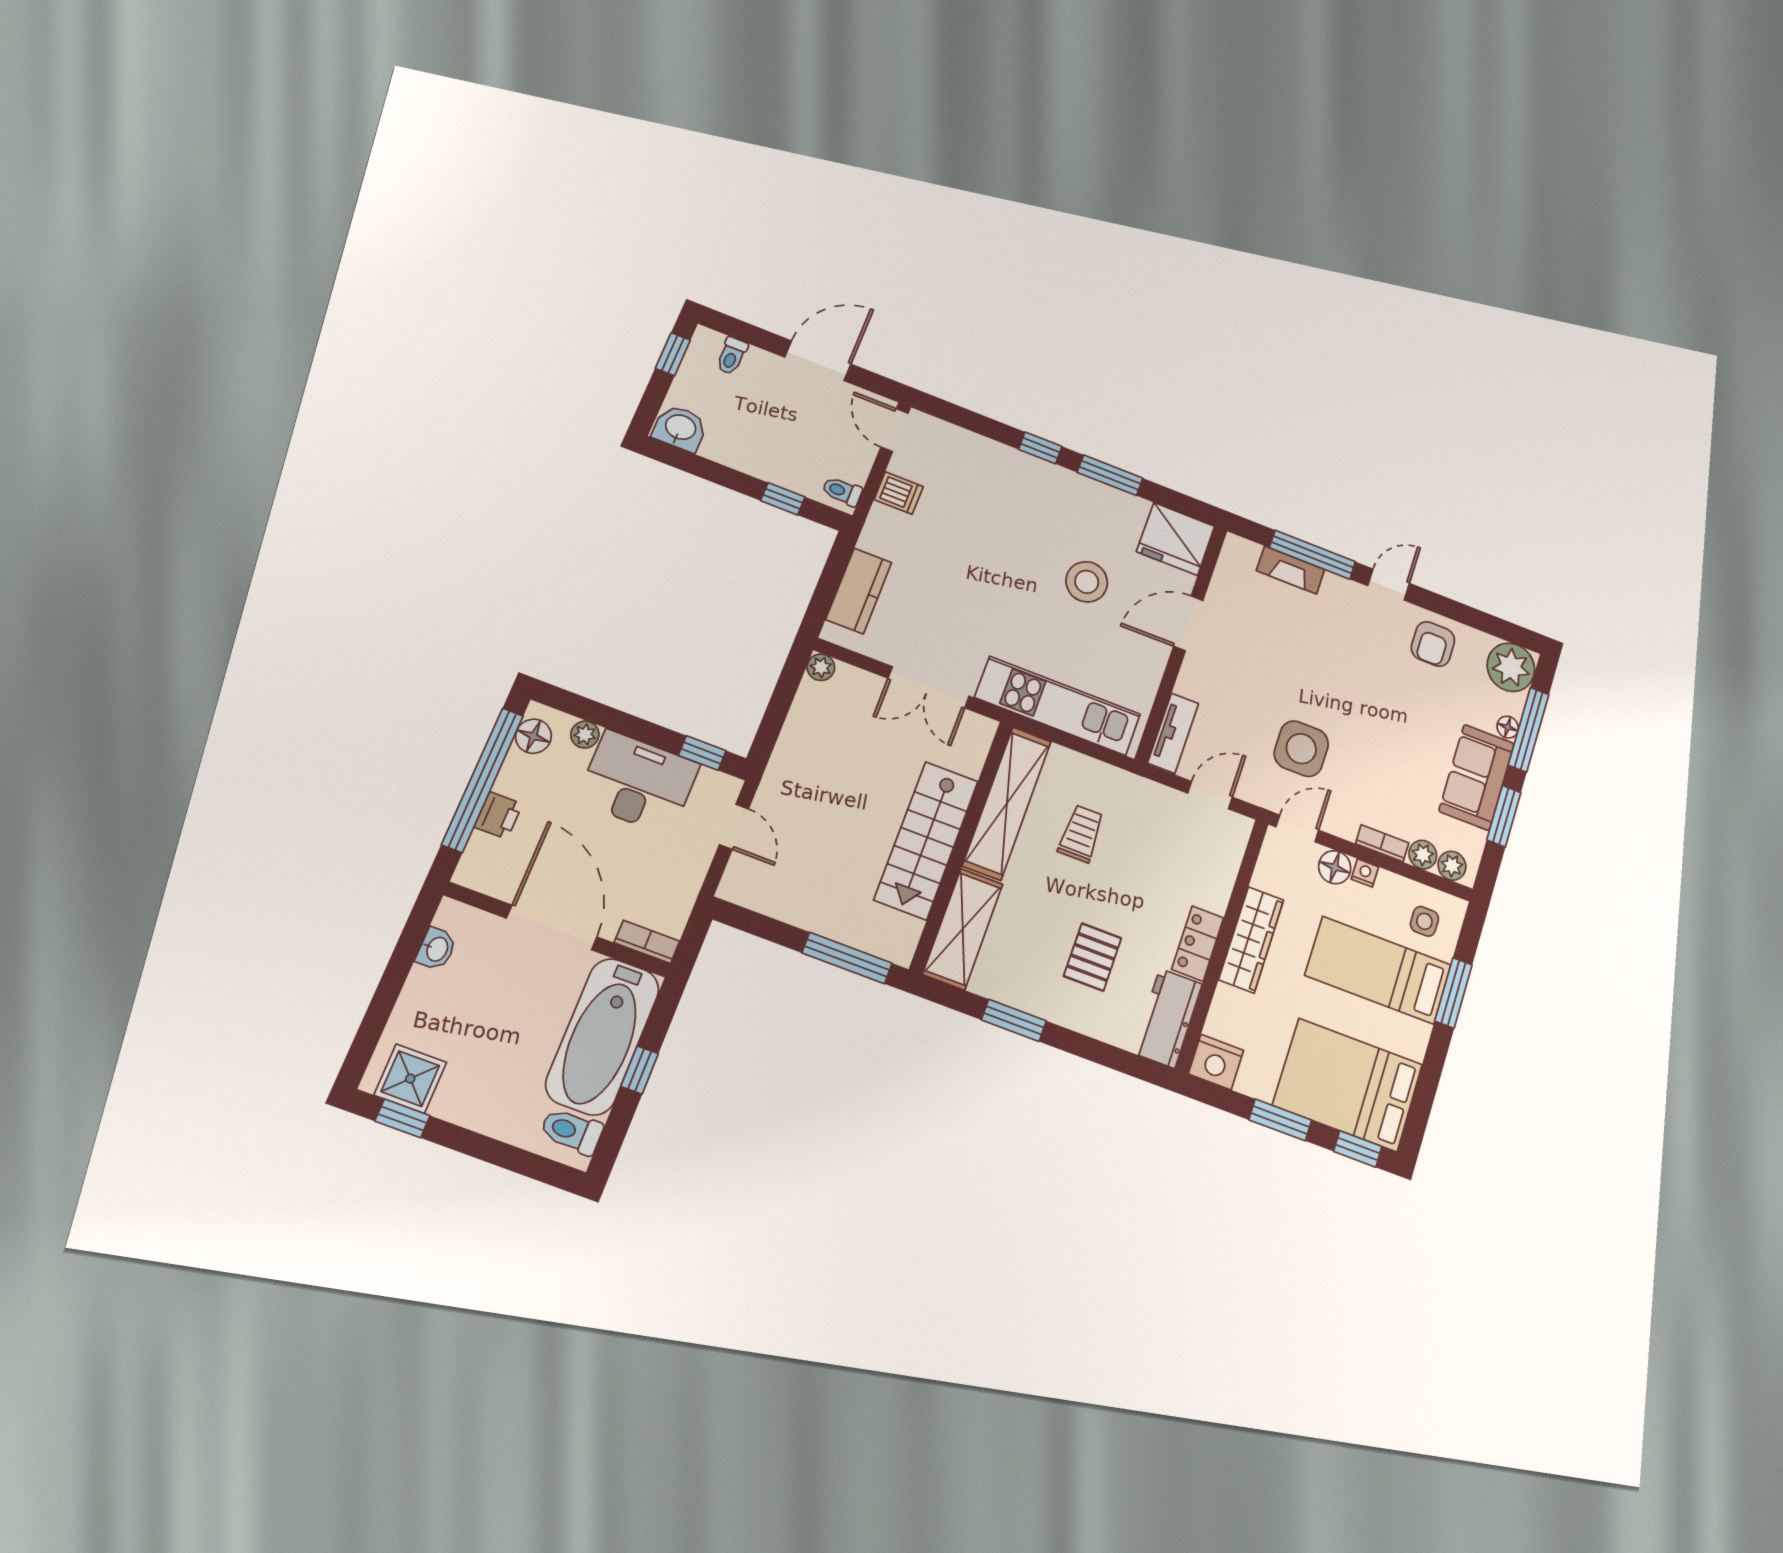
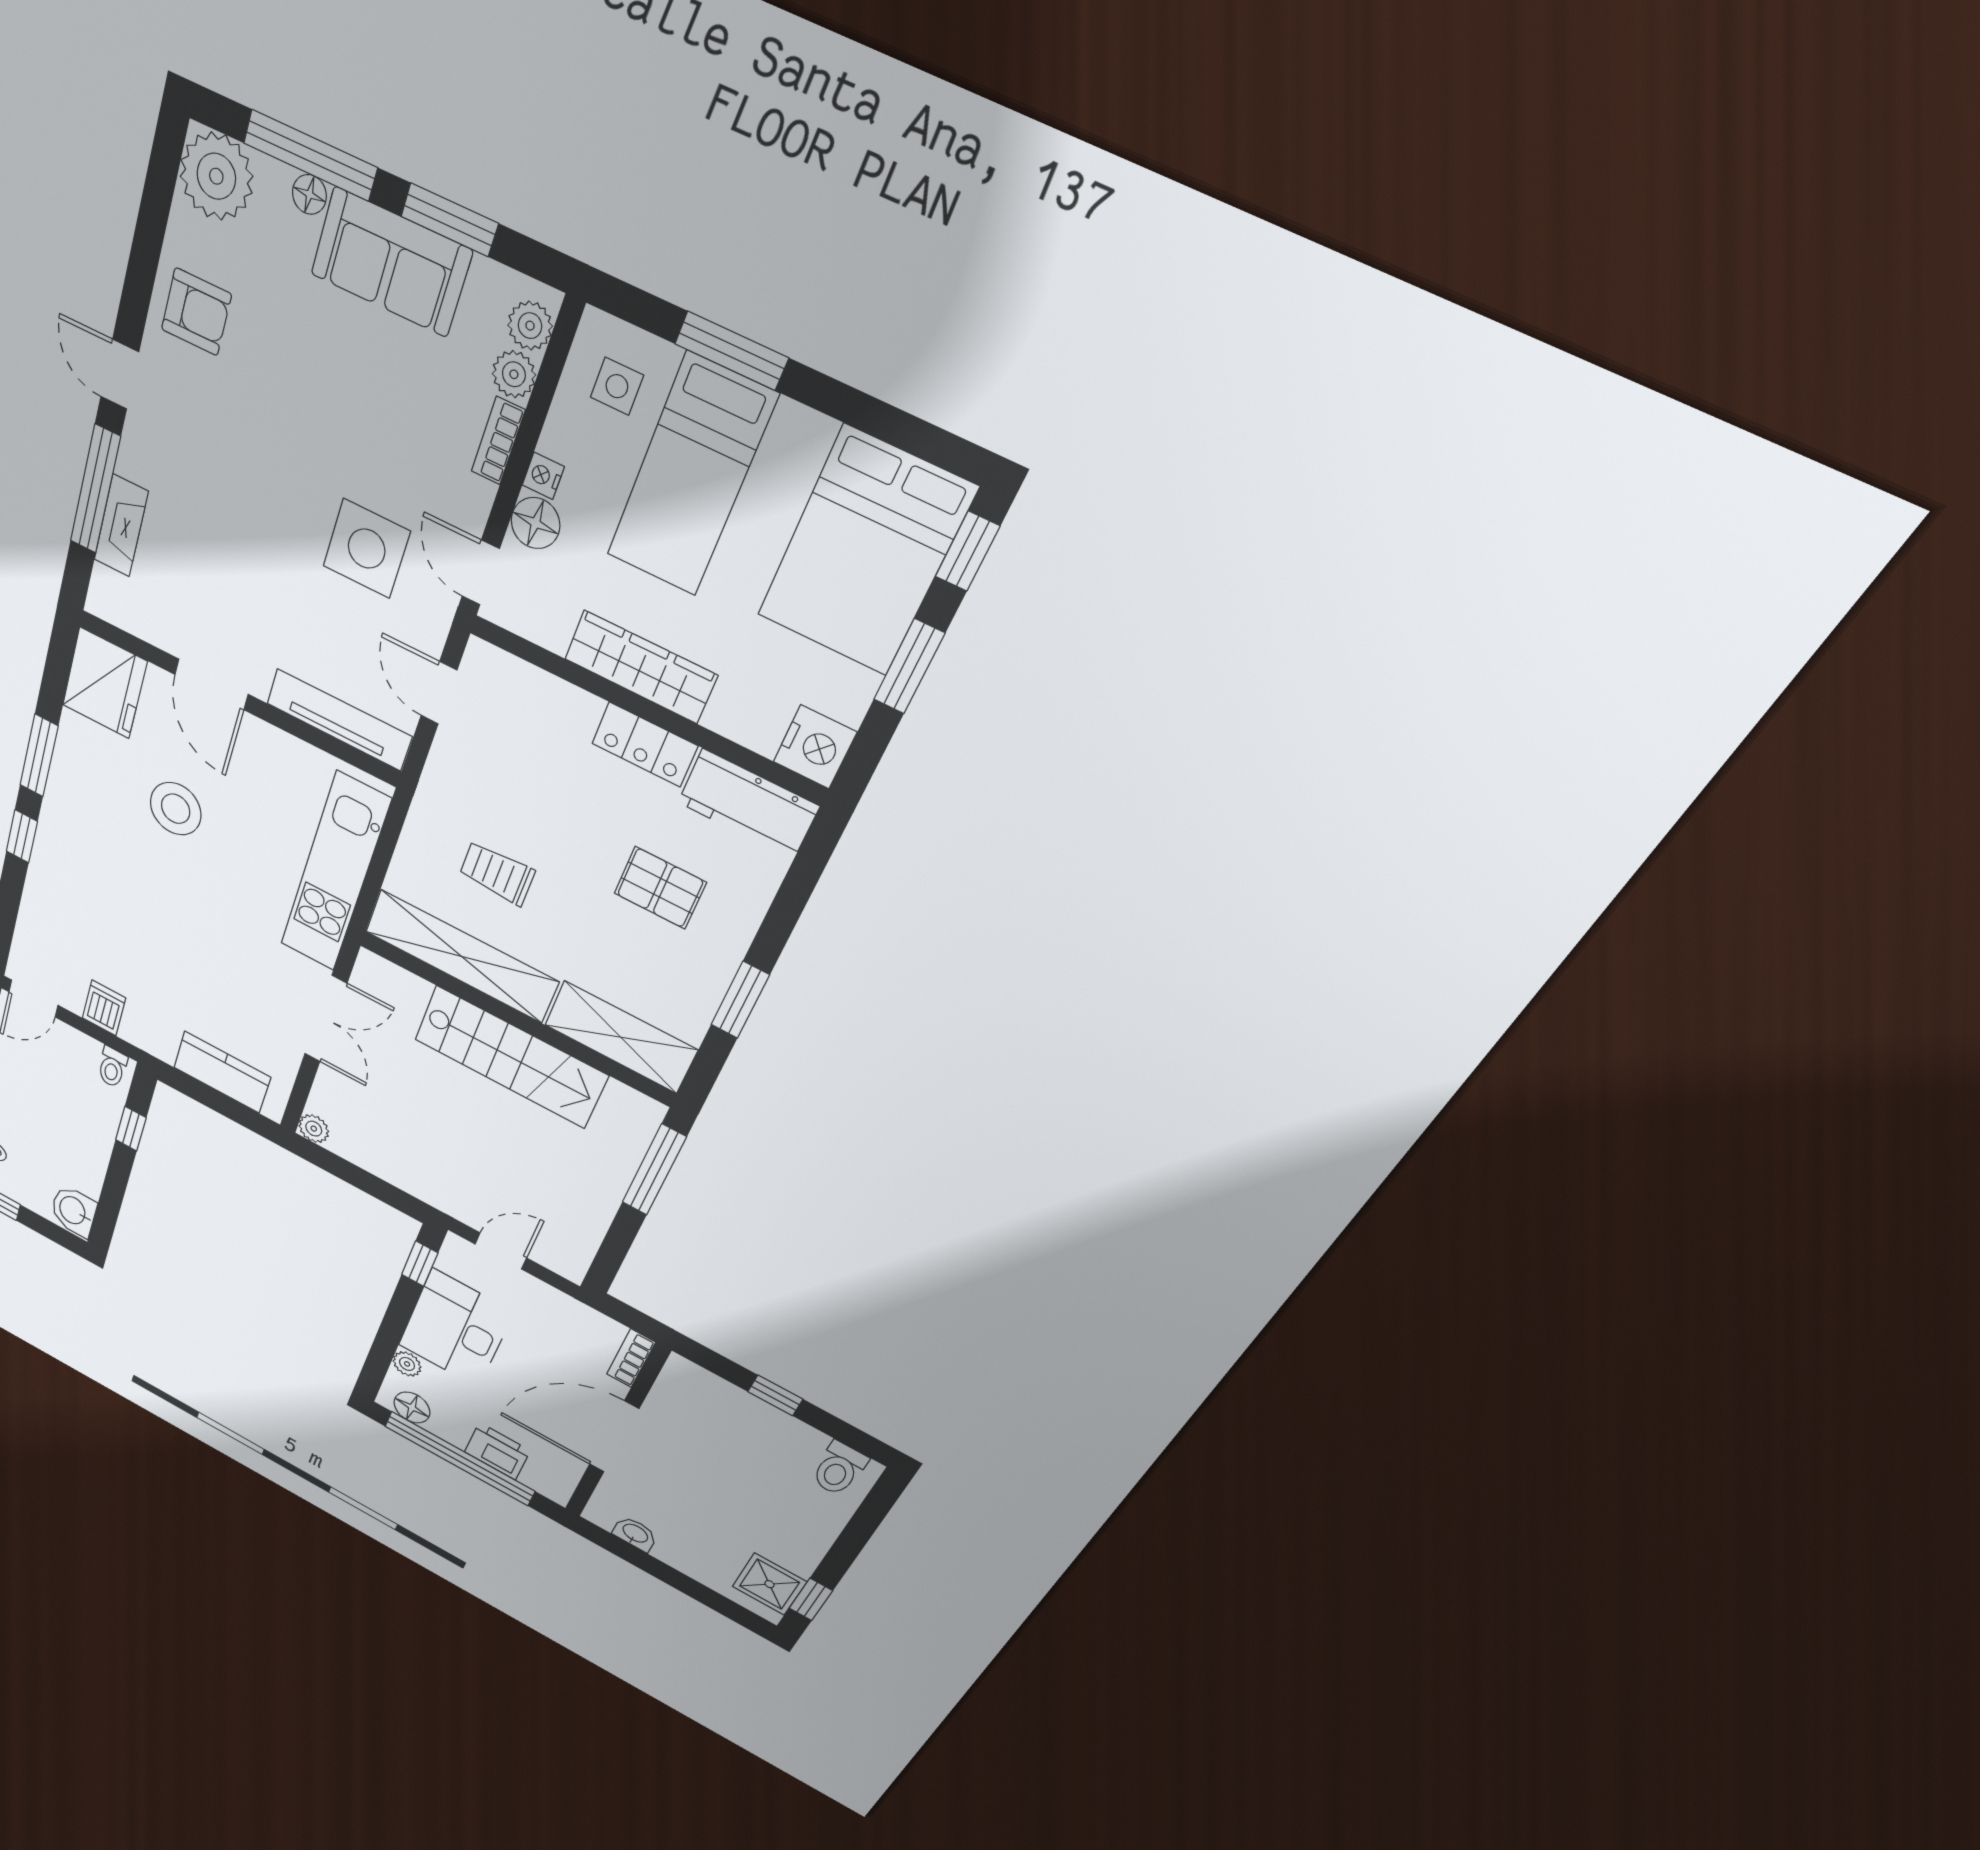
tv unit: (1173, 733) -> (339, 720), width x1.41
printer: (498, 815) -> (497, 1451), width x1.36, depth x1.24
bathtub: (603, 1036) -> (735, 1420), removed

